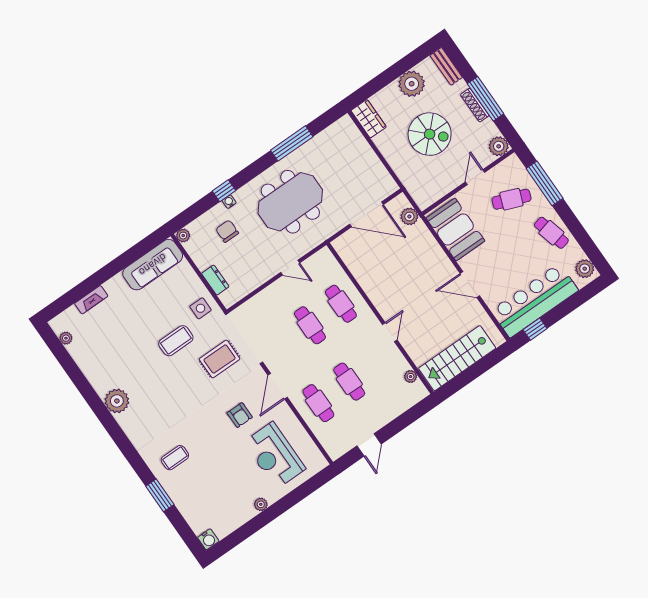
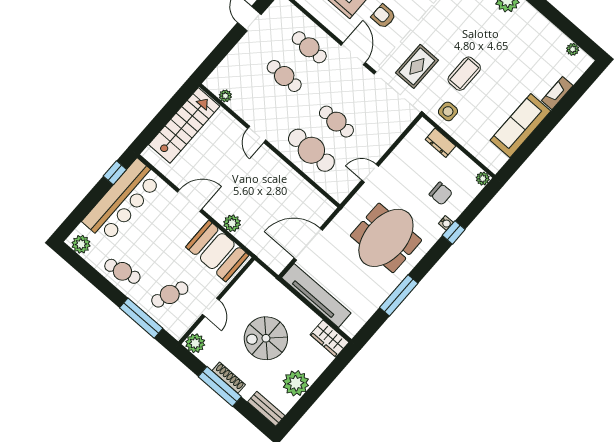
tv unit: (371, 163) -> (316, 295), added
plant: (409, 216) -> (232, 223), moved
sofa: (153, 265) -> (520, 126), moved
cafe table: (341, 304) -> (311, 150), width x1.37, depth x1.35

